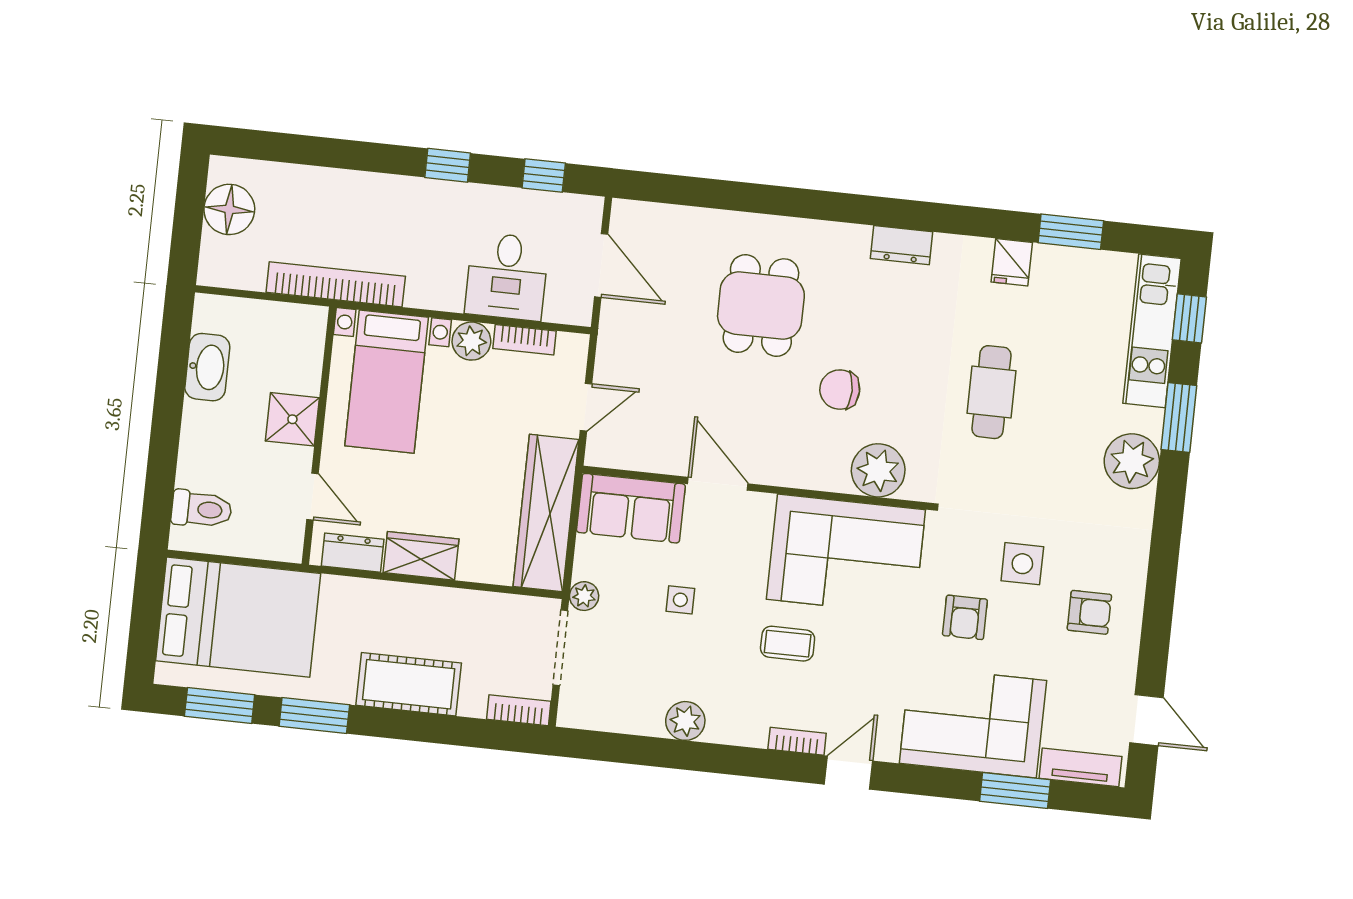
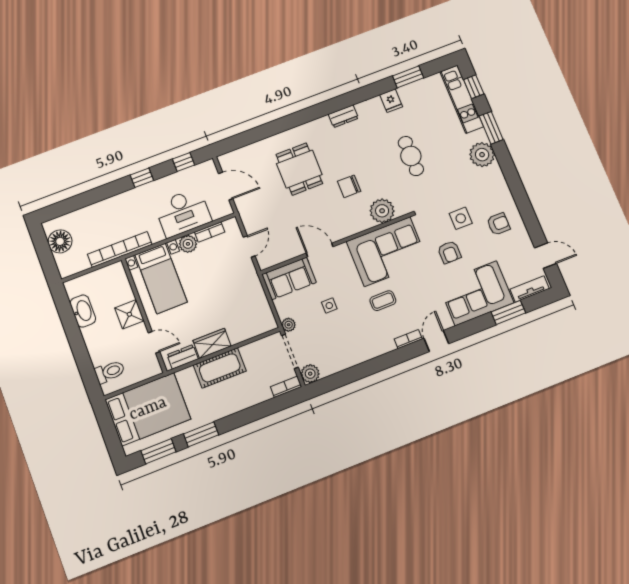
desk: (507, 276) -> (183, 213), width x1.37
wardrobe: (546, 513) -> (255, 298), removed
cot: (409, 684) -> (220, 368), moved
plant: (685, 721) -> (310, 374), moved

